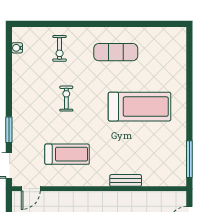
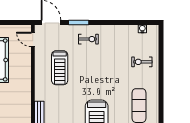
exercise bike: (66, 99) -> (88, 39), moved

